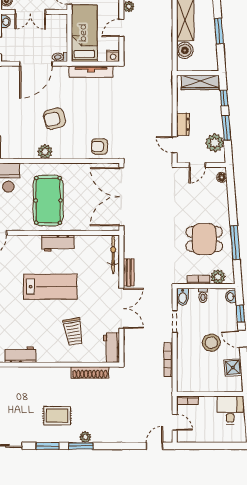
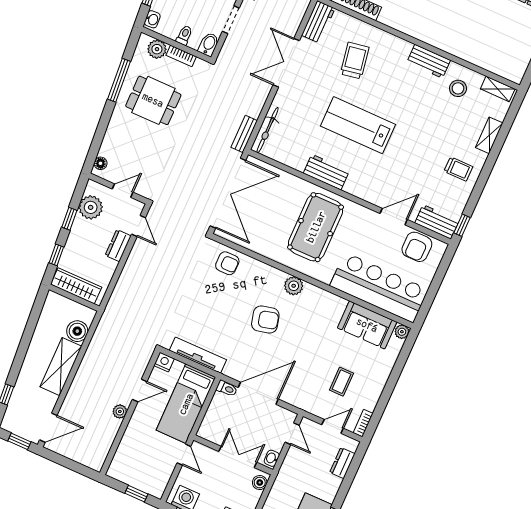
window: (219, 31) -> (27, 336), removed
window: (226, 128) -> (69, 219), width x0.67
bench: (129, 272) -> (244, 134), moved

